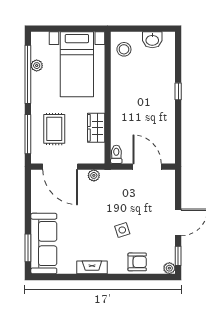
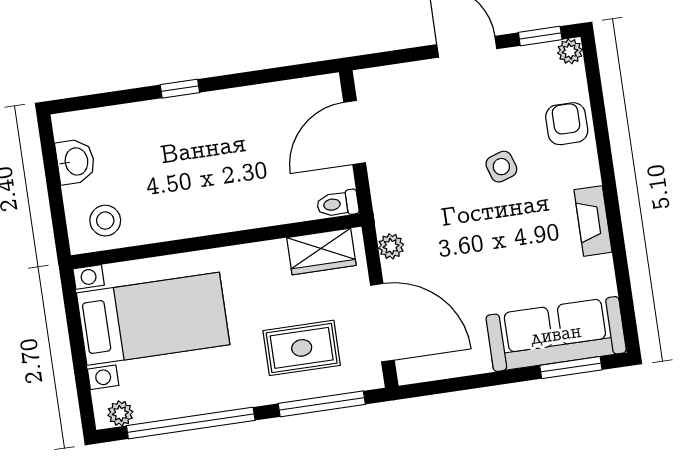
plant: (37, 66) -> (120, 413), moved
wardrobe: (96, 128) -> (321, 252), moved
door: (60, 167) -> (382, 323), hinge flipped

